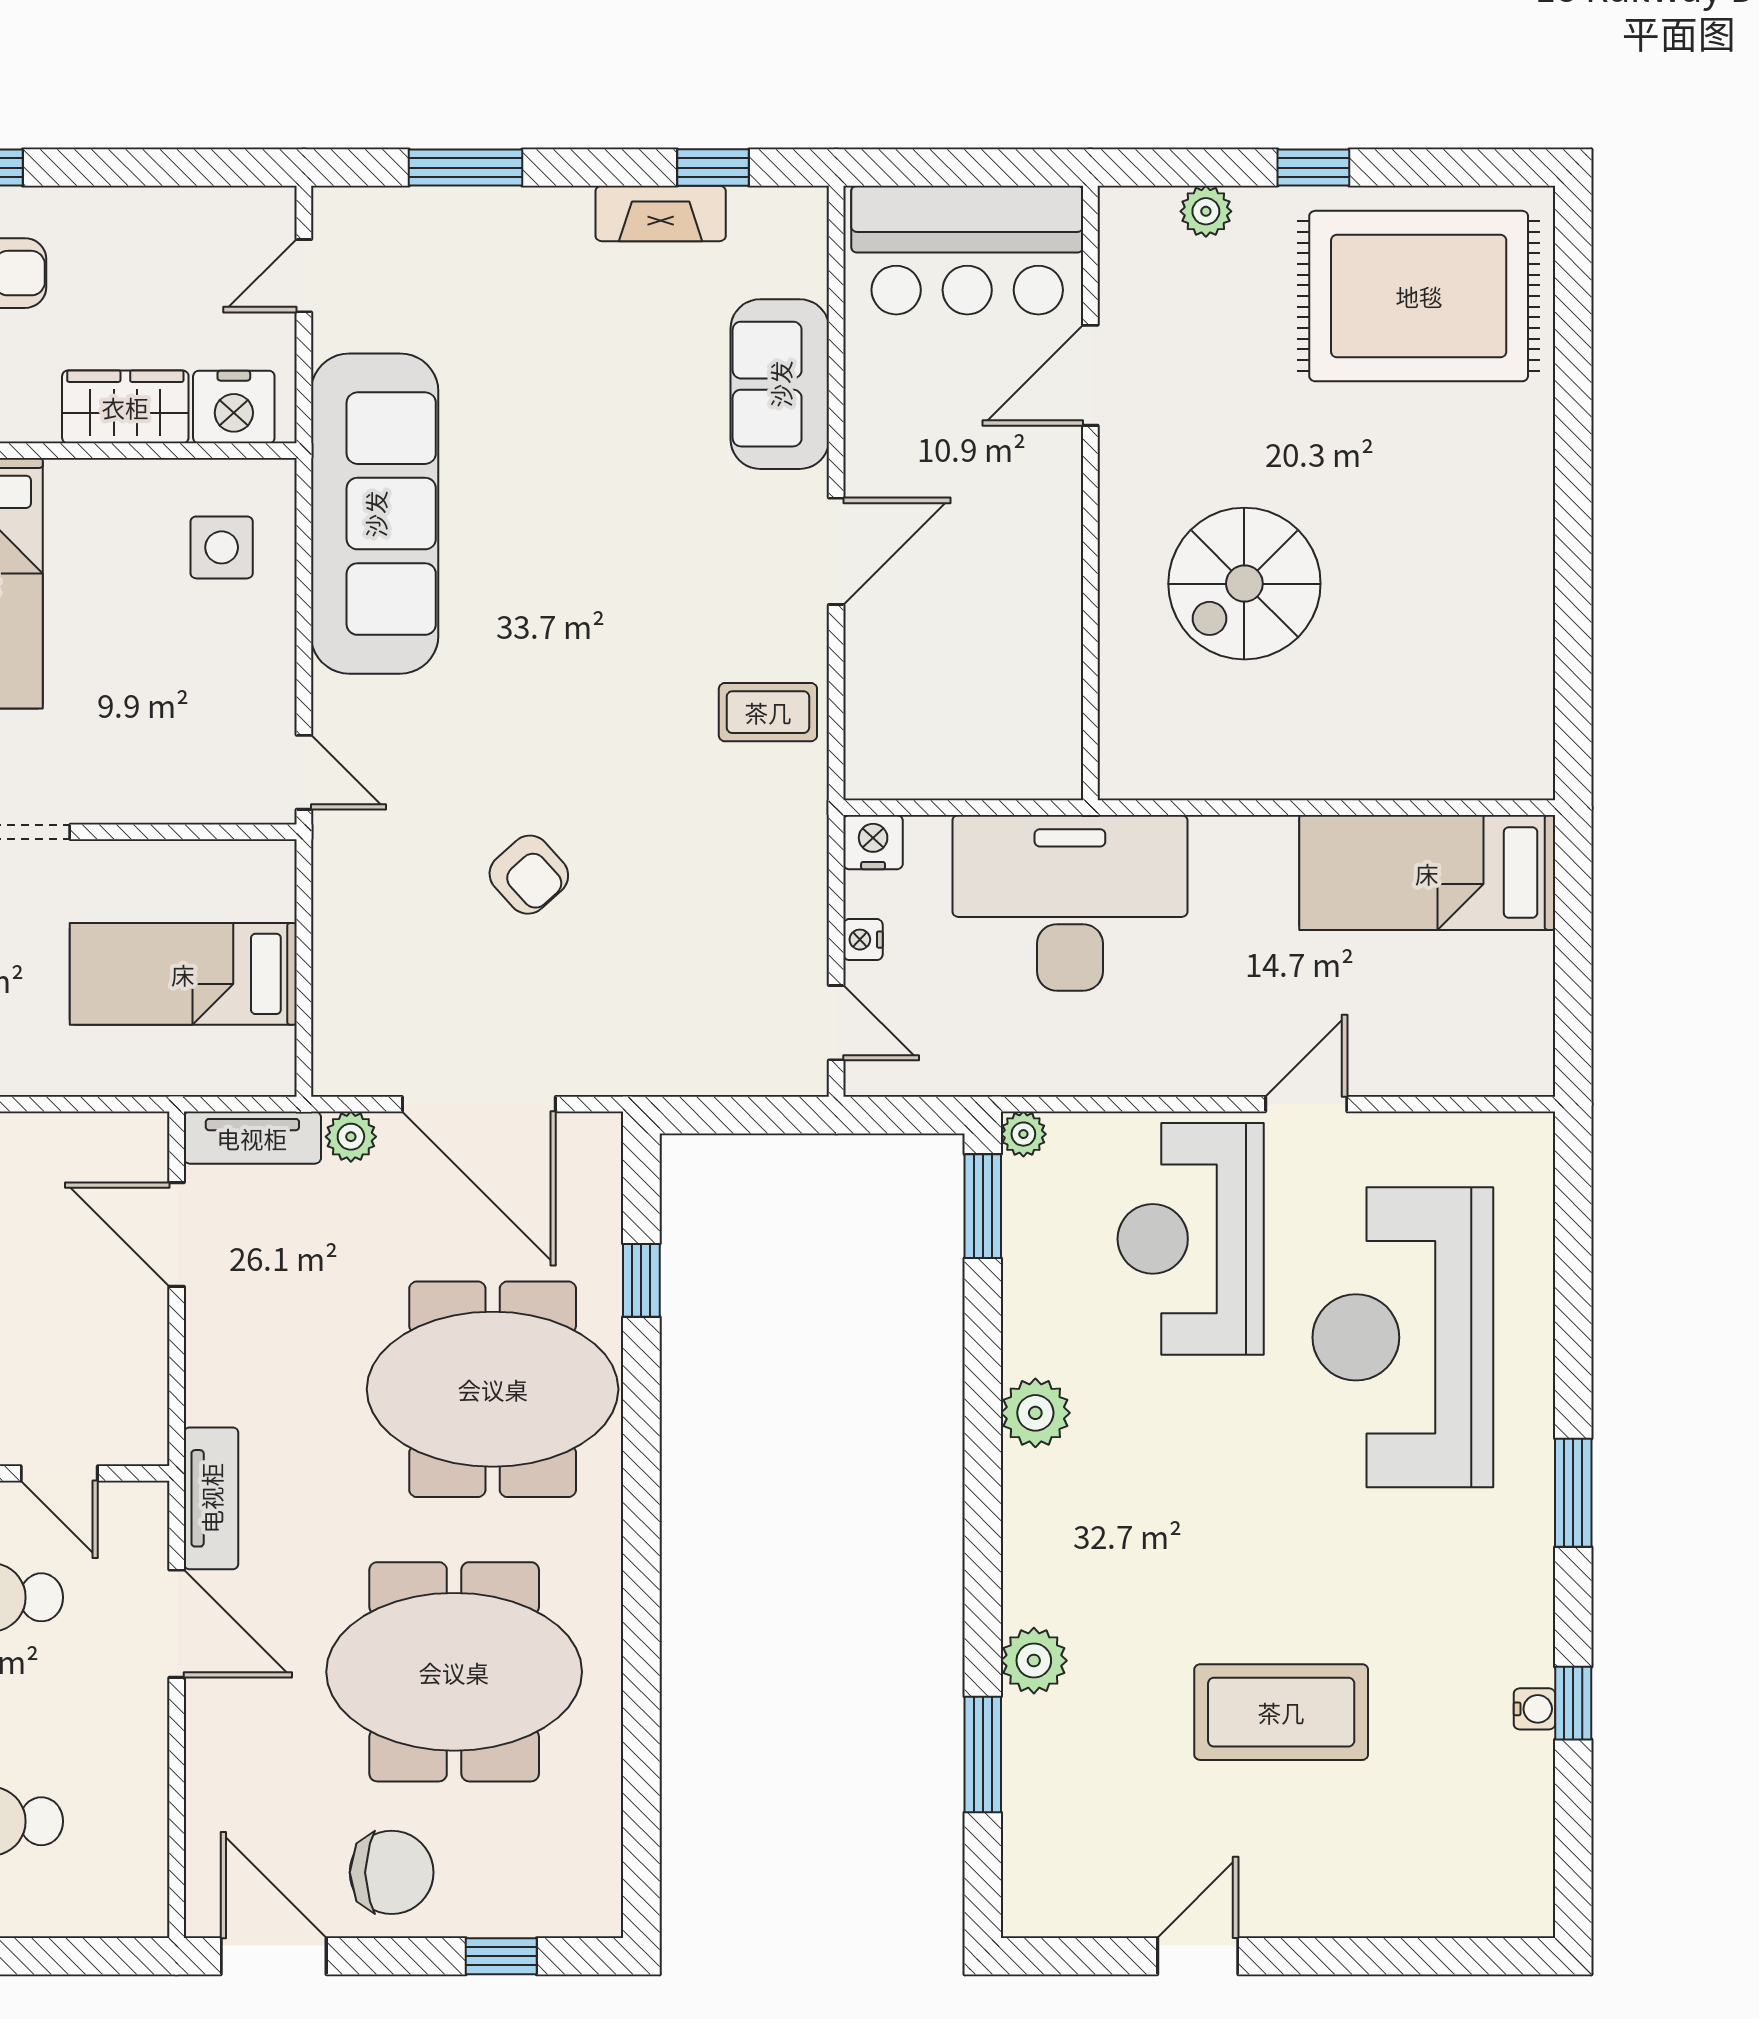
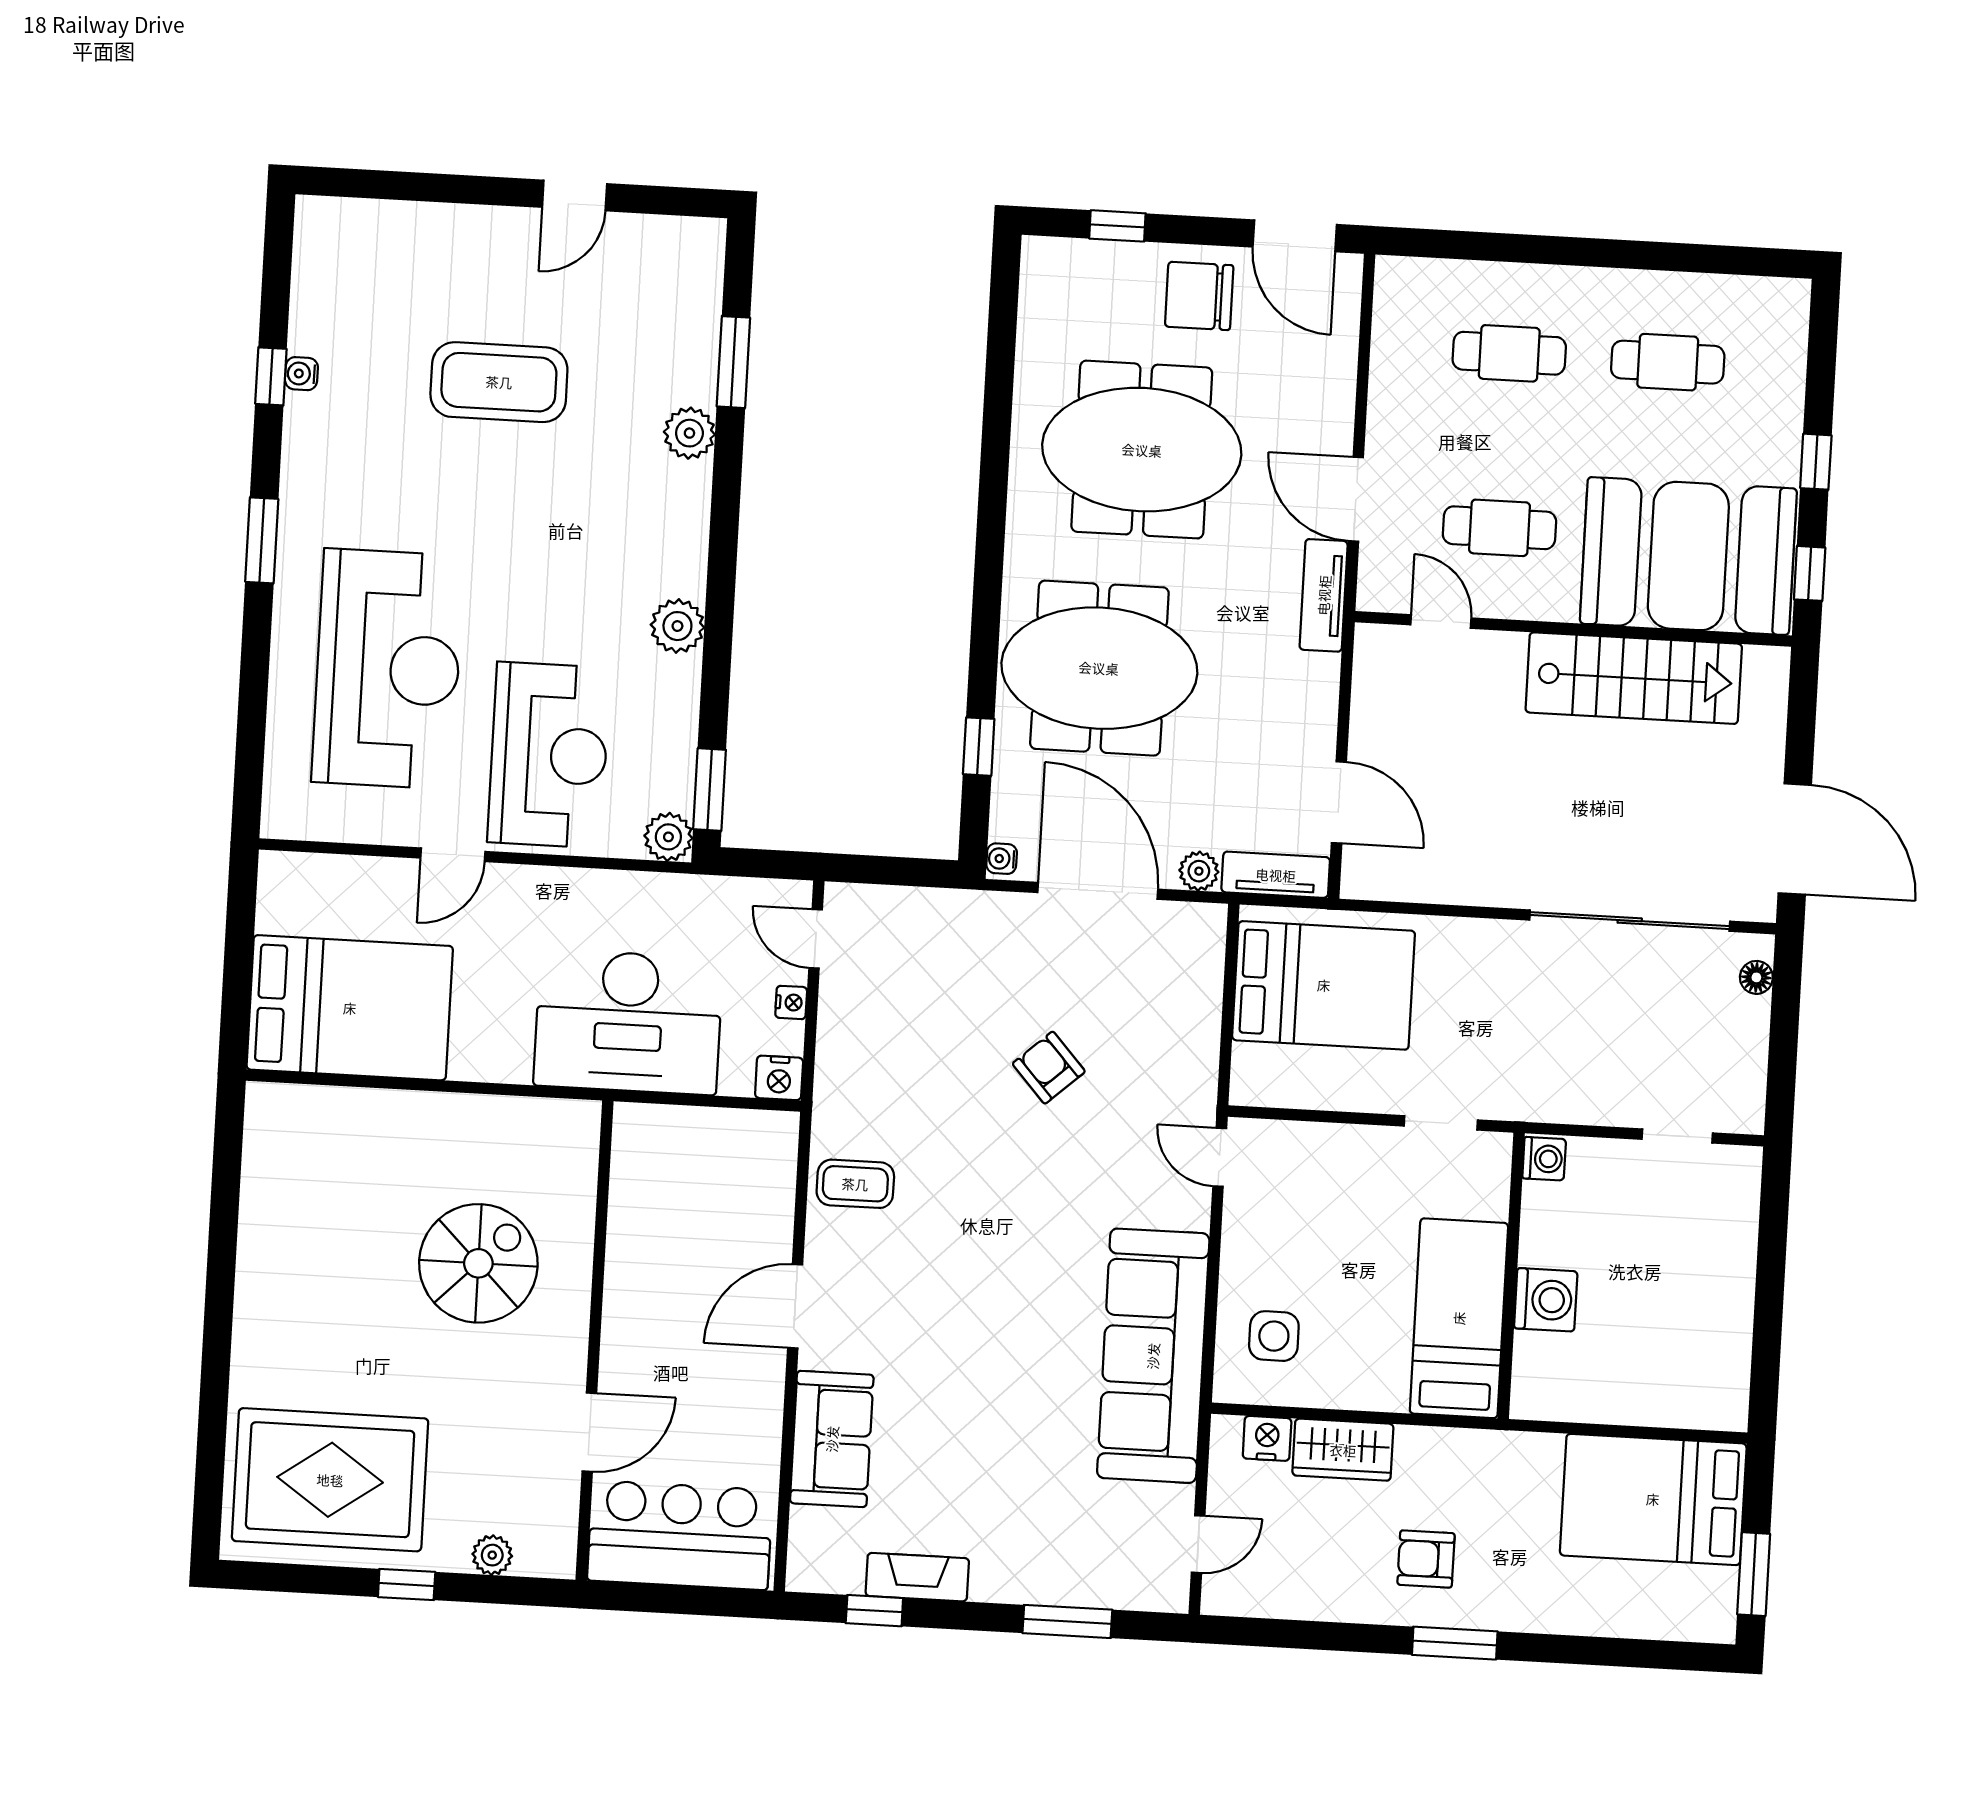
nightstand: (234, 407) -> (1267, 1438), width x0.74, depth x0.75
bed: (1427, 873) -> (350, 1008), width x1.50
bed: (183, 974) -> (1324, 985), width x1.50
plant: (1023, 1134) -> (668, 837), width x1.38, depth x1.38
water cooler: (604, 1139) -> (1002, 859), added

